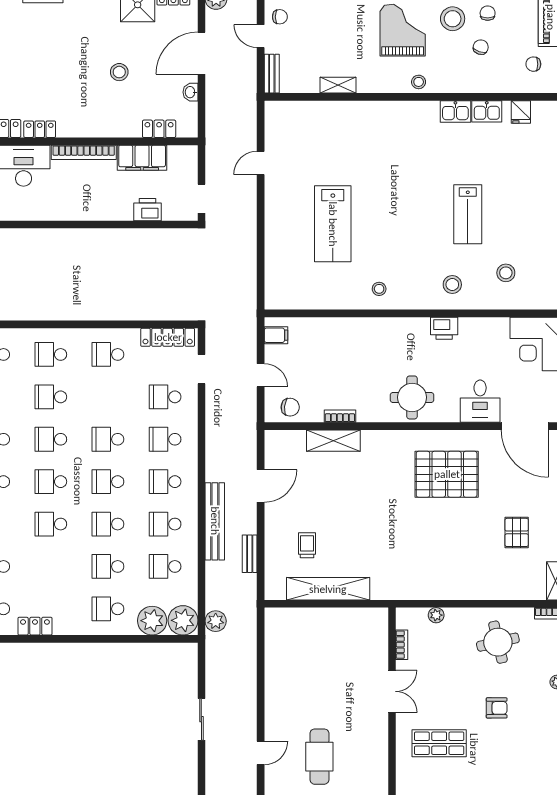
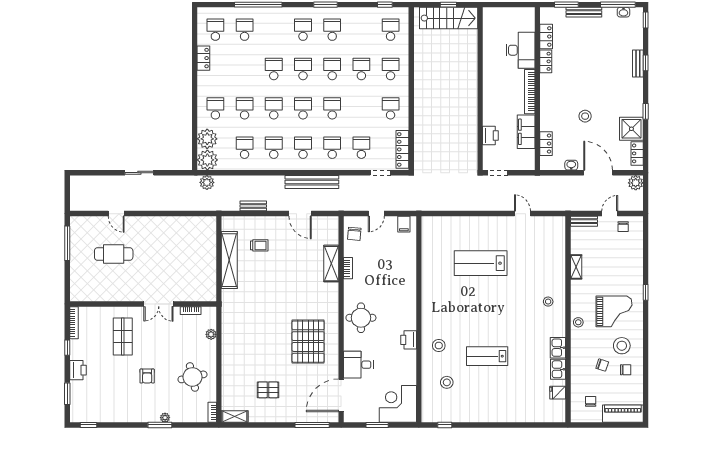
stool: (379, 289) -> (548, 302), moved
bench: (215, 521) -> (312, 182), moved

